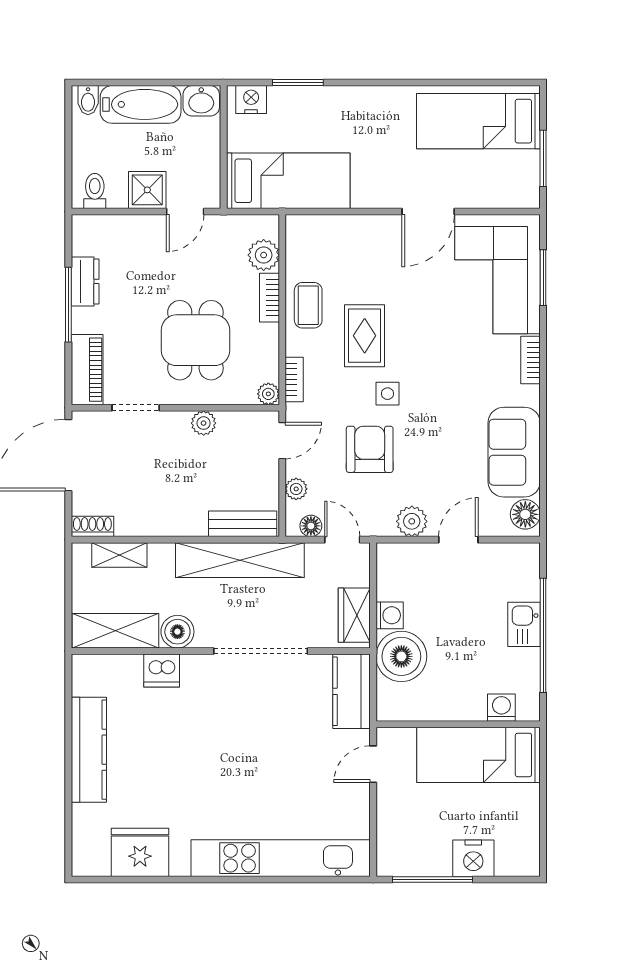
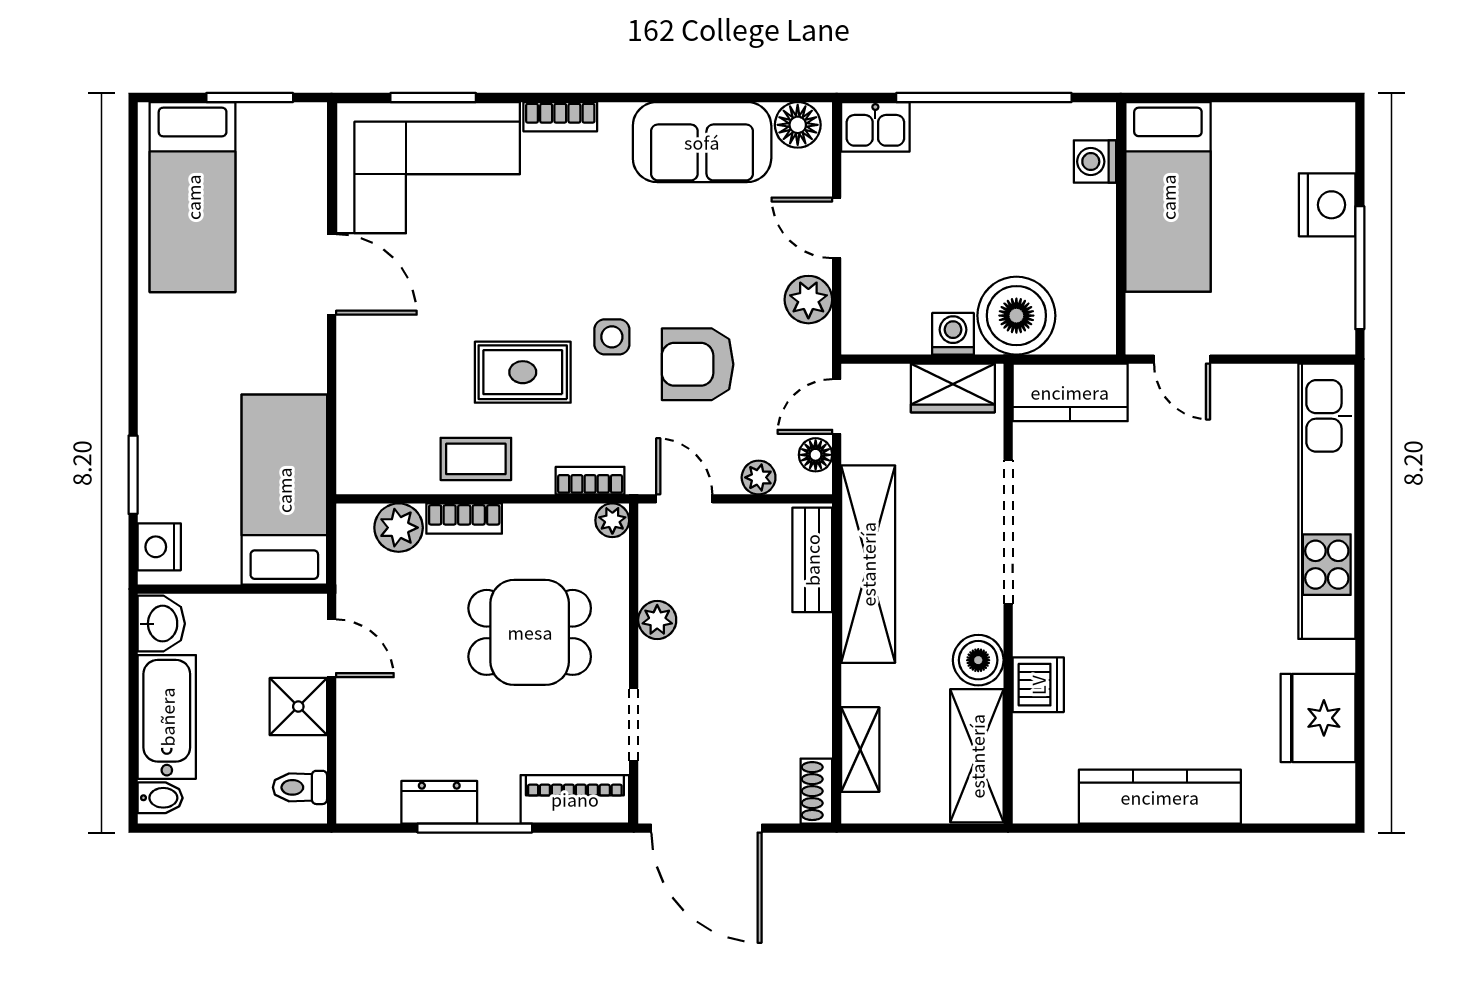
kitchen sink: (524, 624) -> (875, 127), moved

